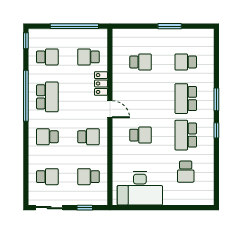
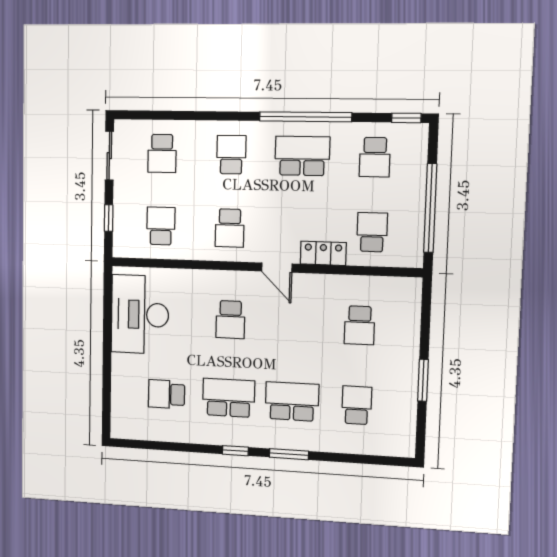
school desk: (47, 97) -> (302, 156), turned 180
door: (110, 109) -> (277, 268), hinge flipped

